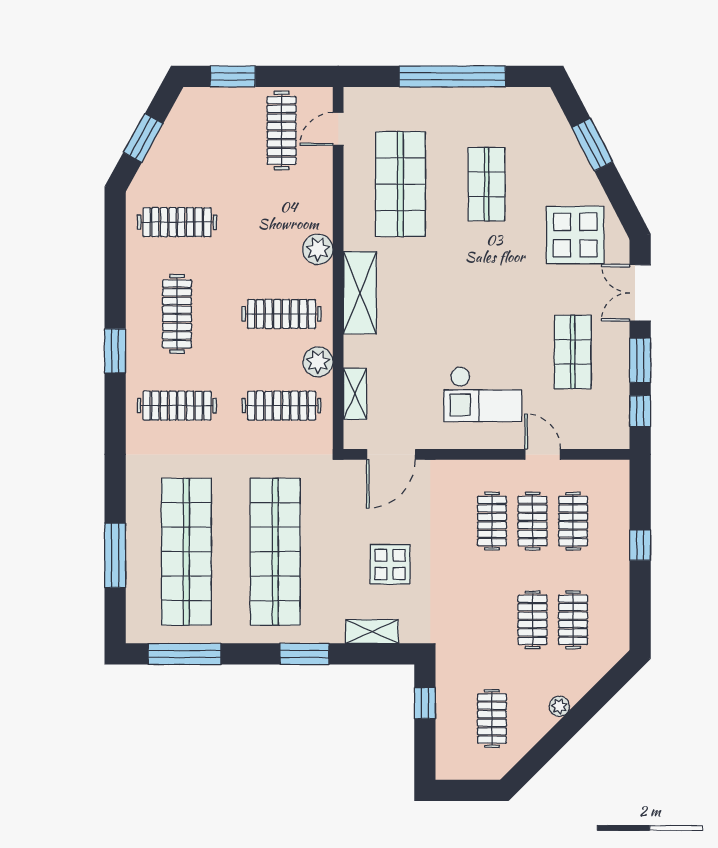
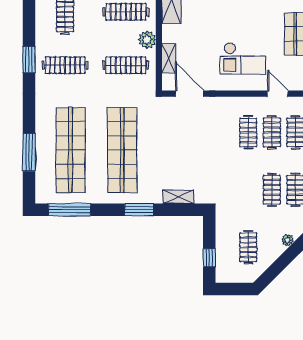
window: (115, 351) -> (29, 60), moved
door: (391, 454) -> (190, 94), swing flipped
display table: (390, 564) -> (189, 158), removed
window: (425, 703) -> (209, 258), moved

